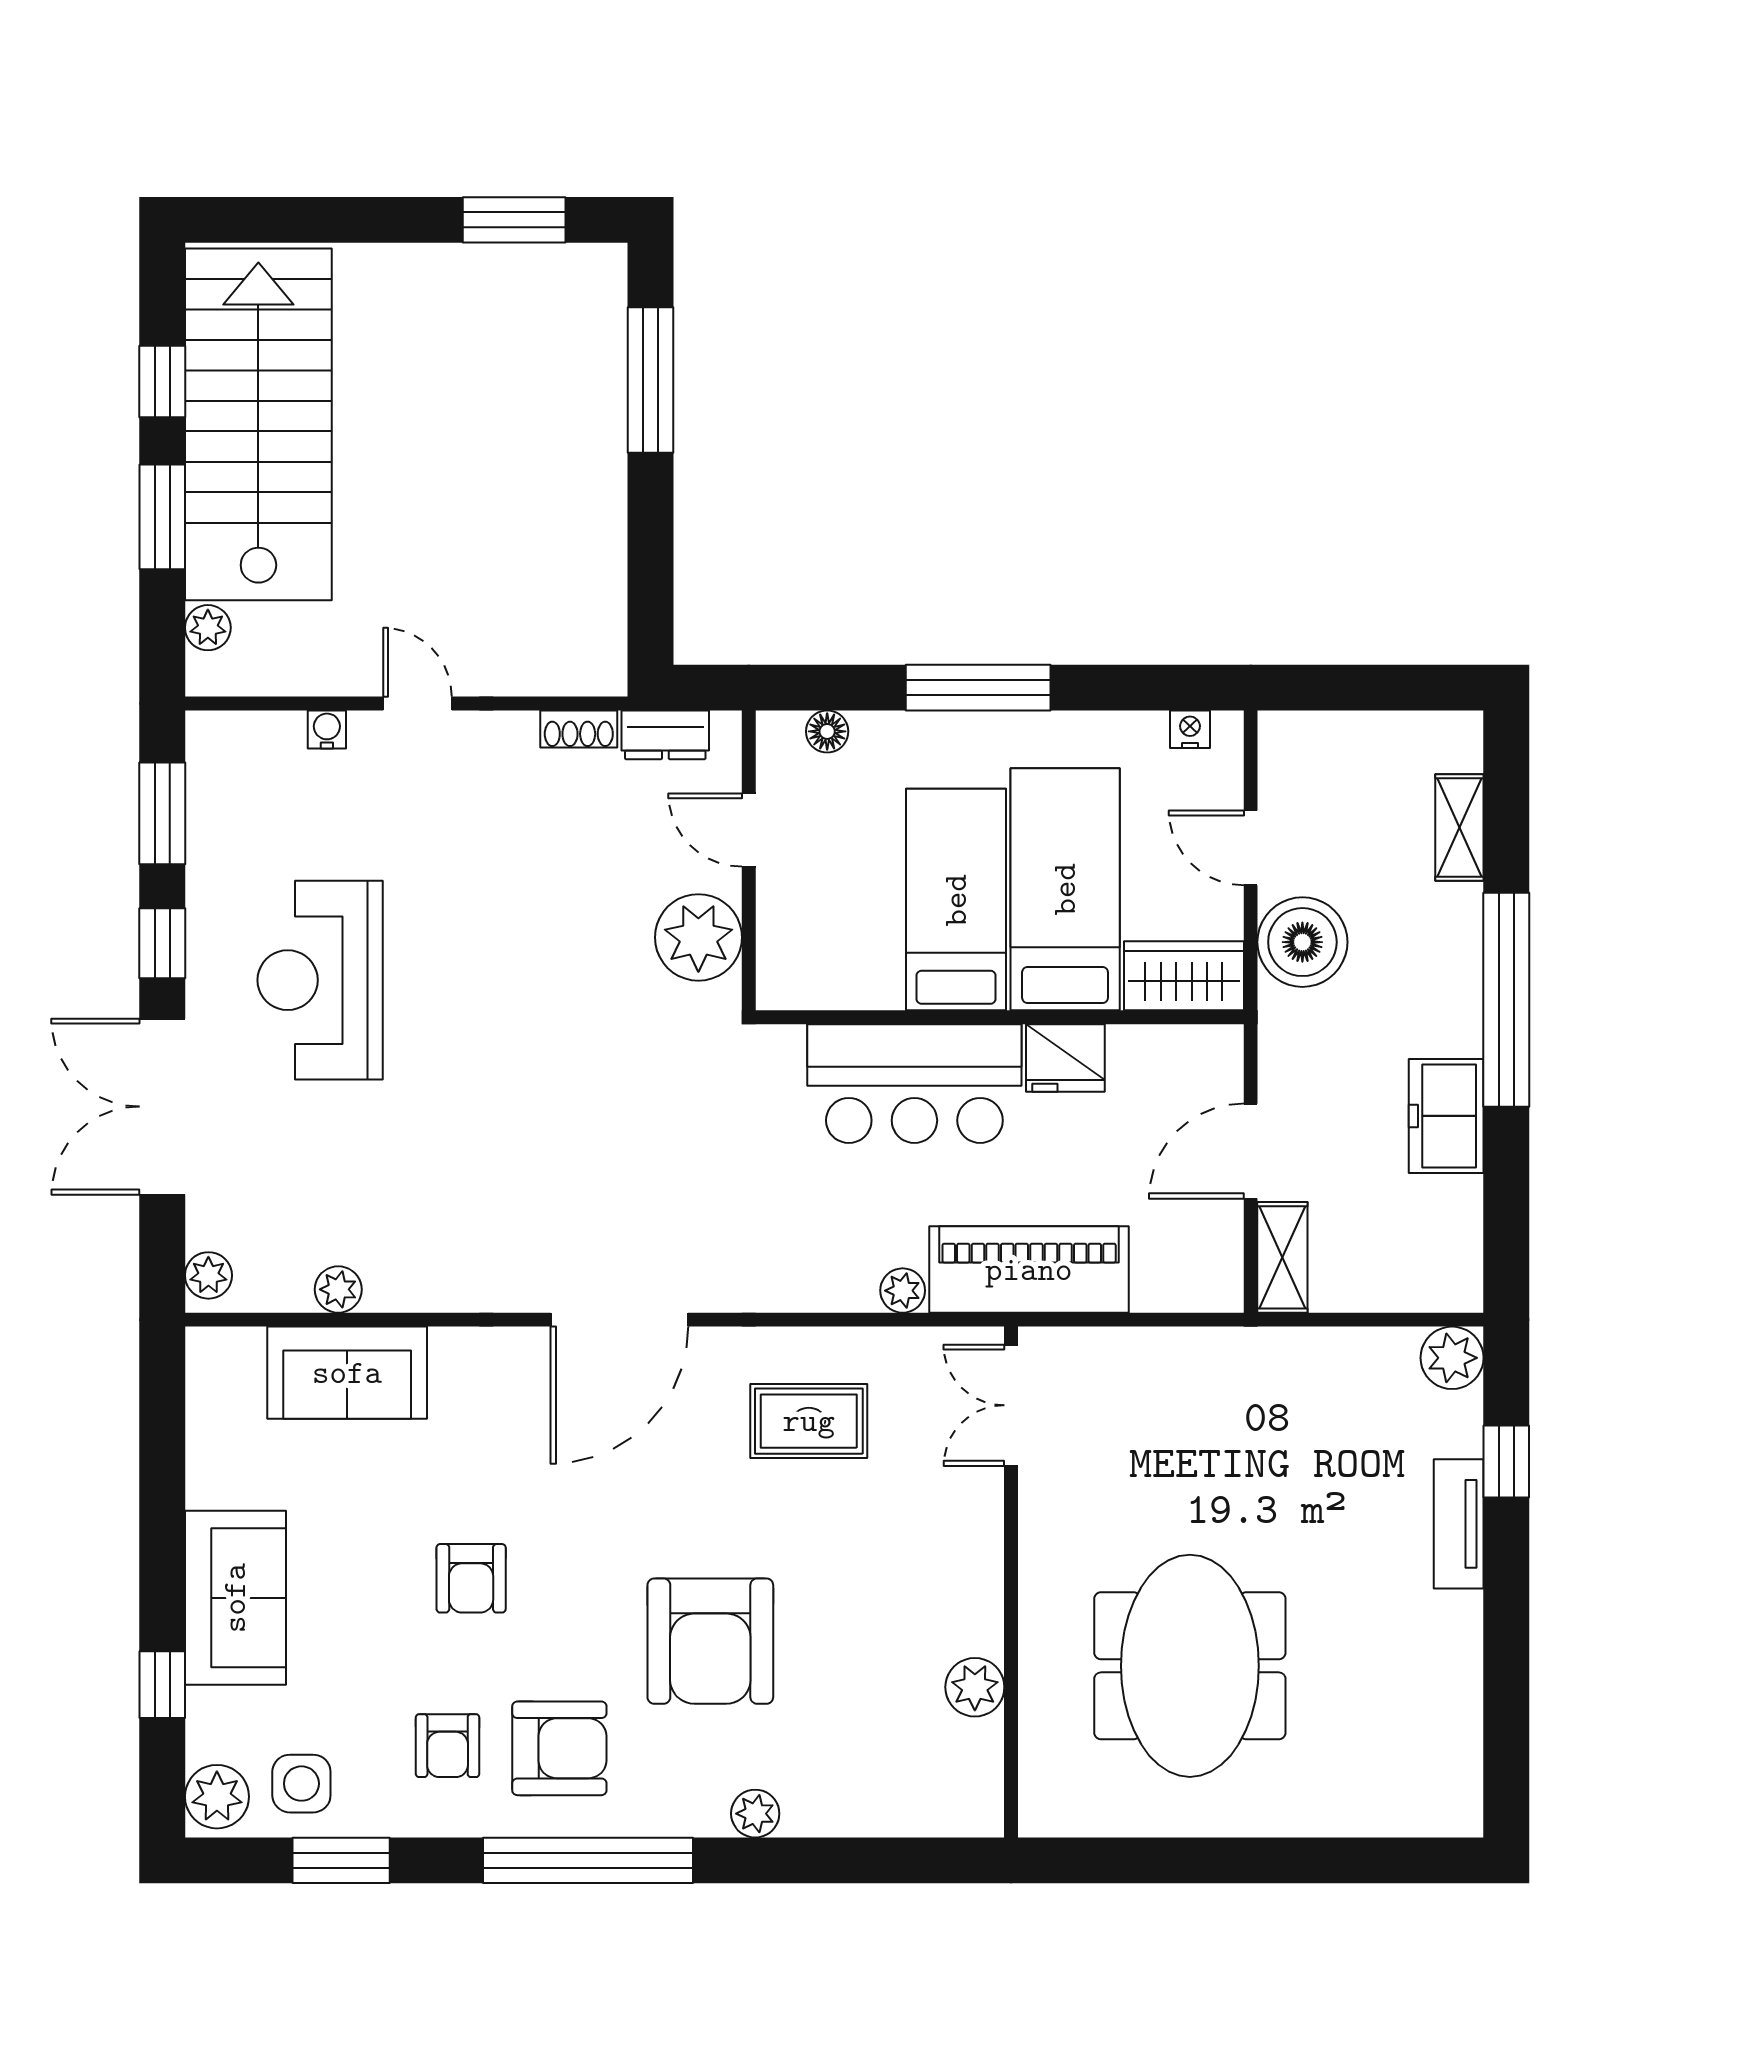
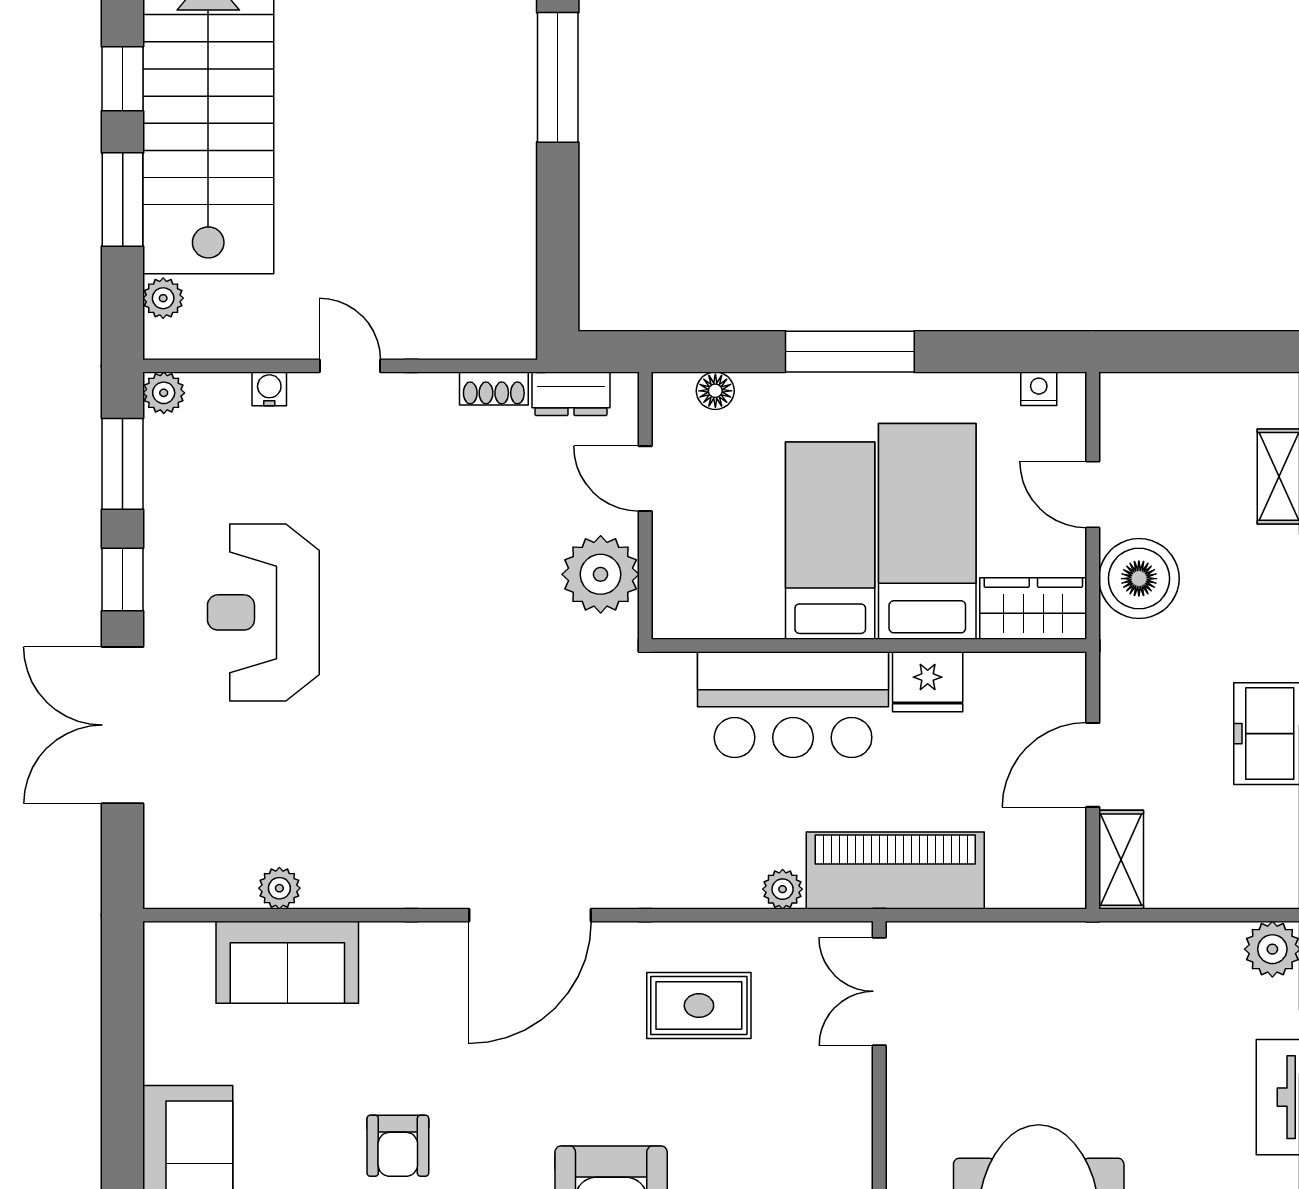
plant: (208, 1275) -> (164, 393), moved

